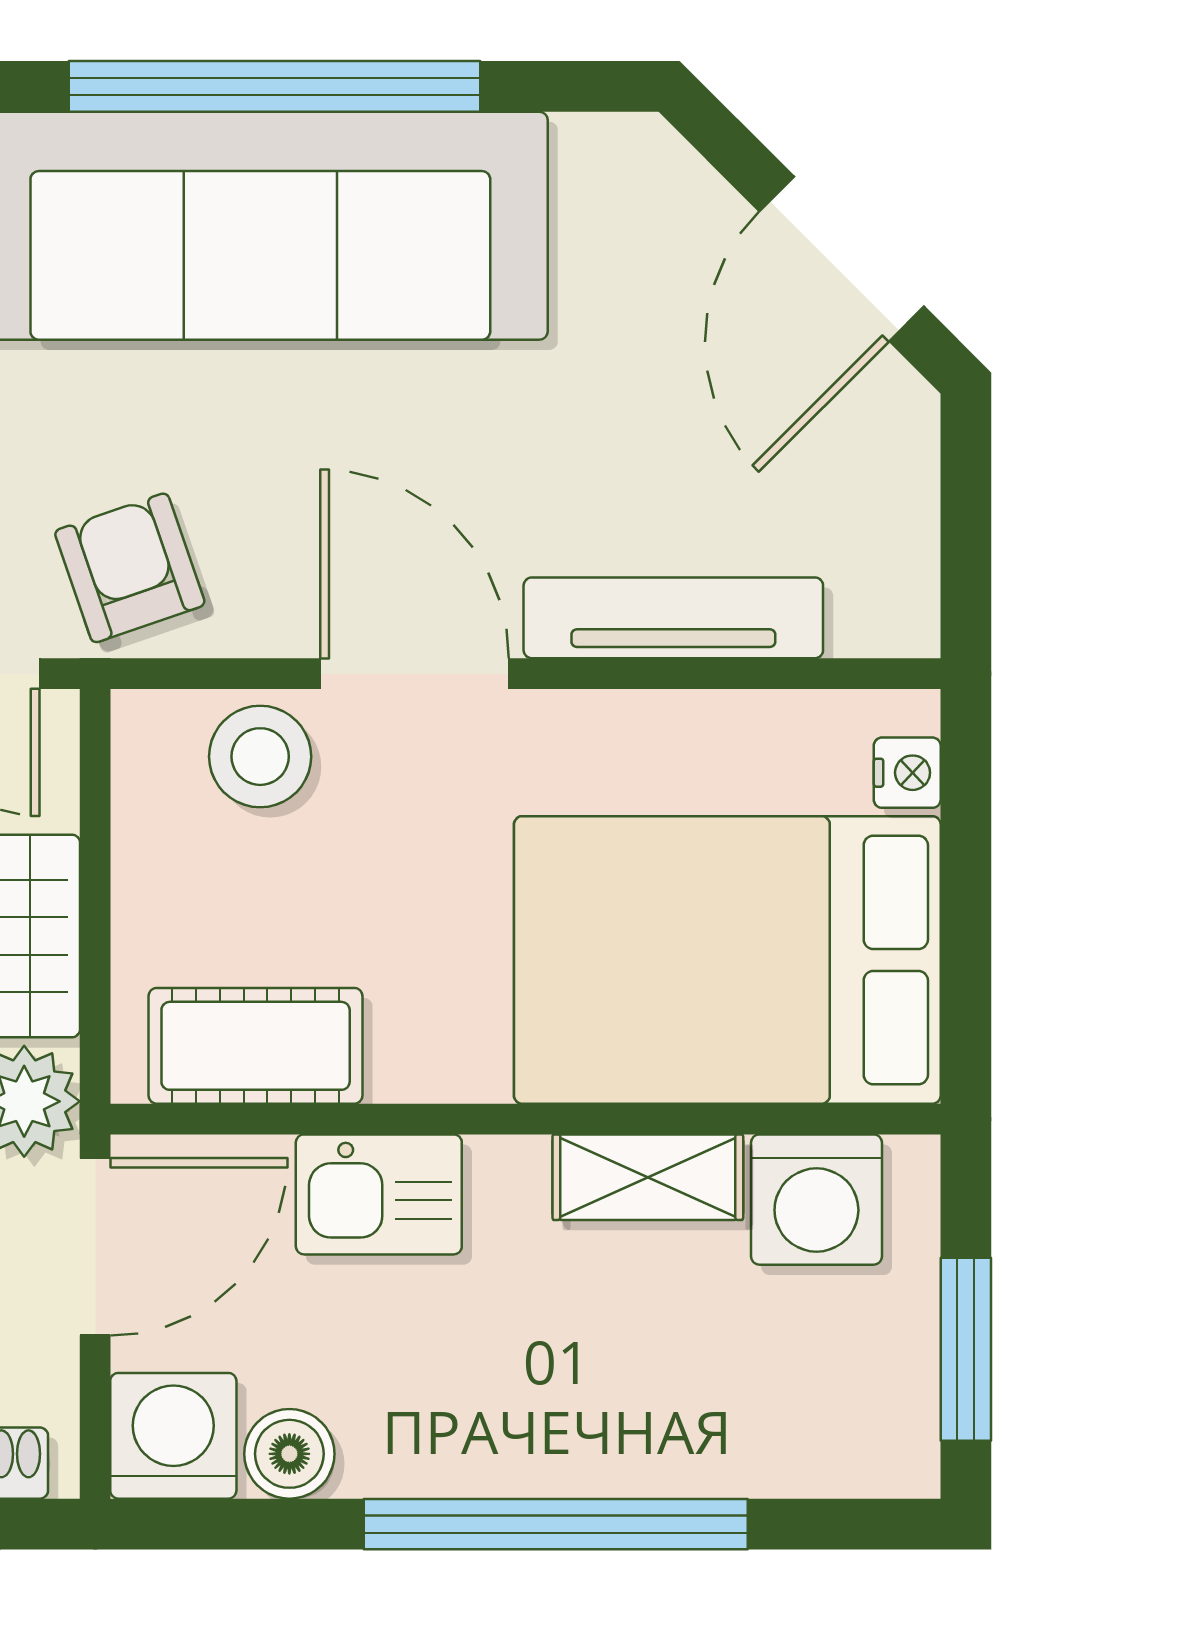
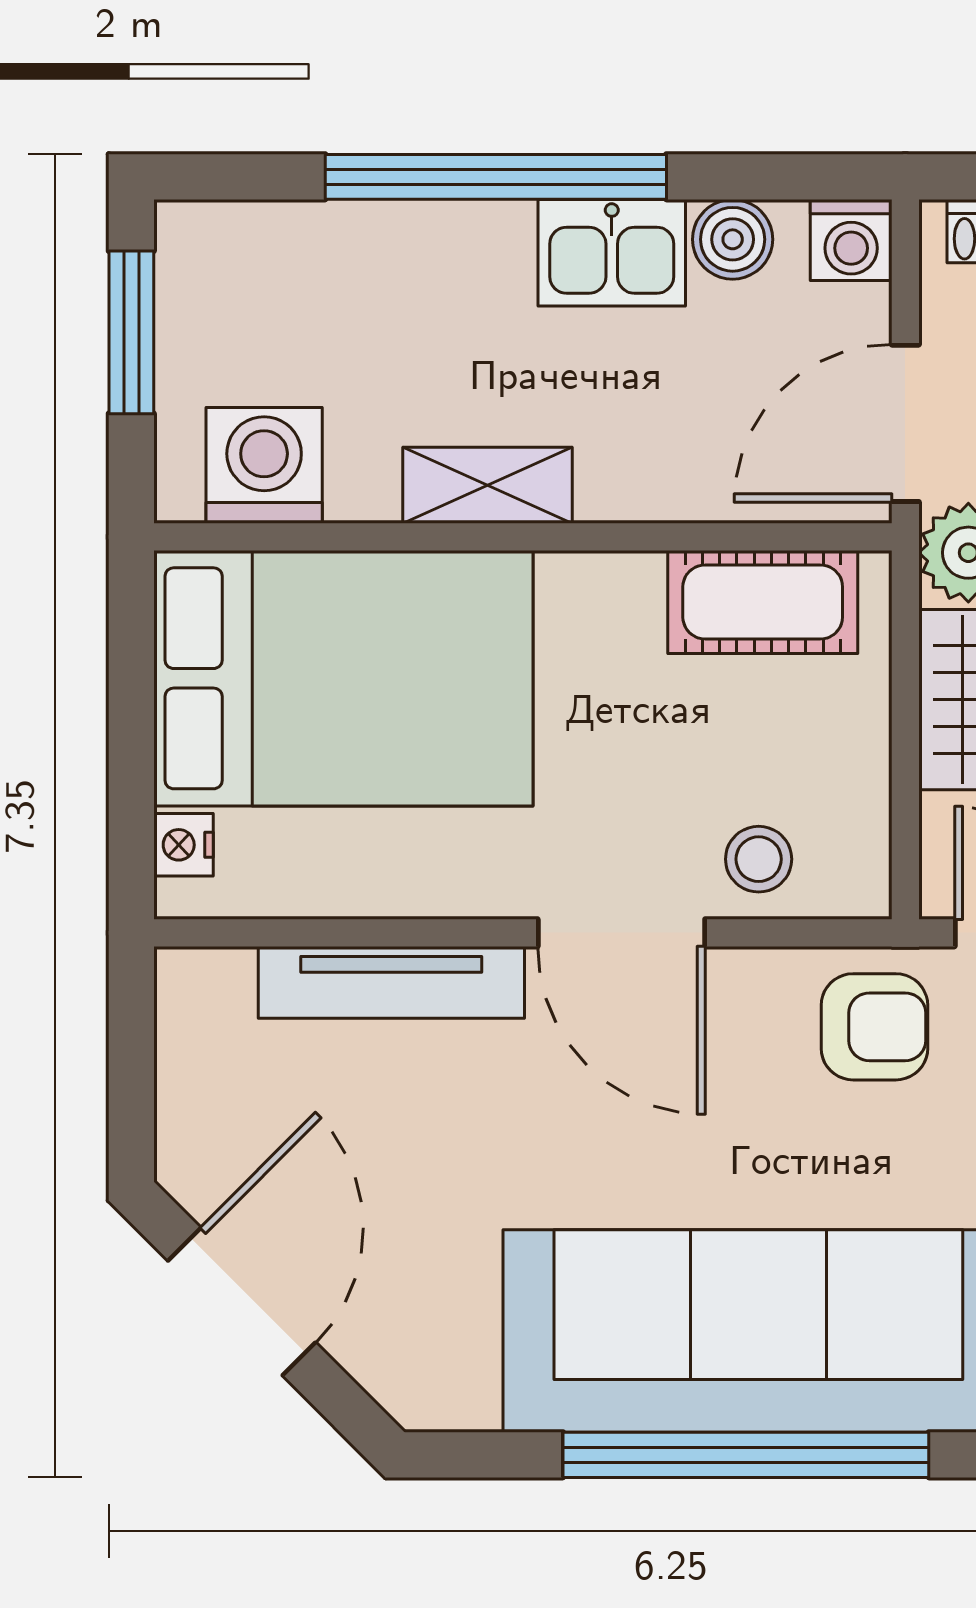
armchair: (130, 568) -> (874, 1027), turned -71
stool: (260, 757) -> (759, 859), width x0.73, depth x0.73
shelving: (648, 1177) -> (487, 485), moved
kitchen sink: (379, 1194) -> (612, 253), moved, turned 180
washing machine: (173, 1436) -> (851, 240), width x0.73, depth x0.73

